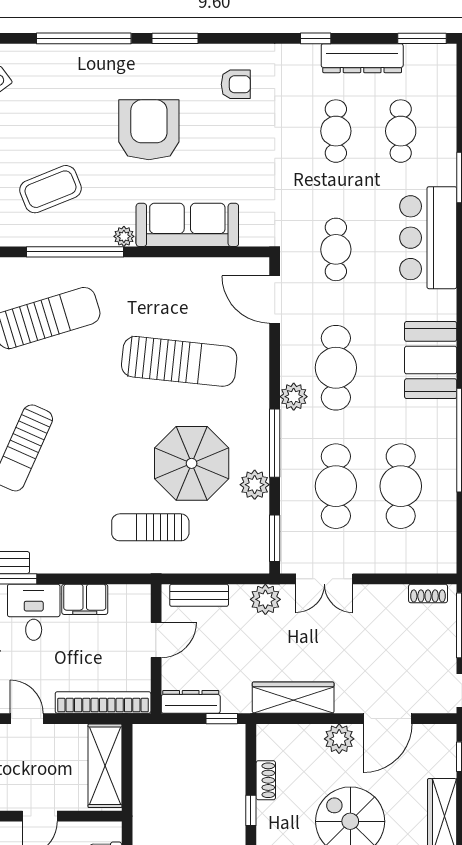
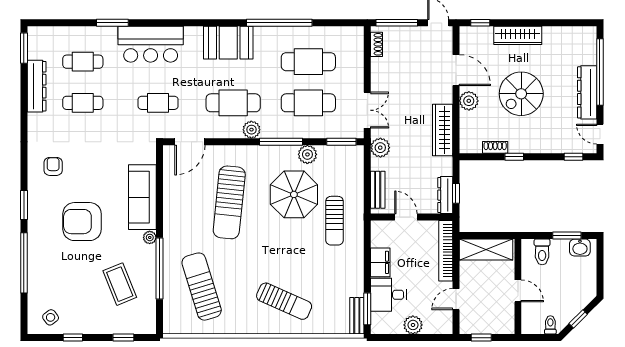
window: (316, 38) -> (24, 116), removed
sun lounger: (179, 361) -> (229, 202), turned 180
window: (222, 719) -> (456, 193), moved

